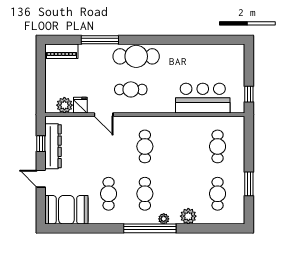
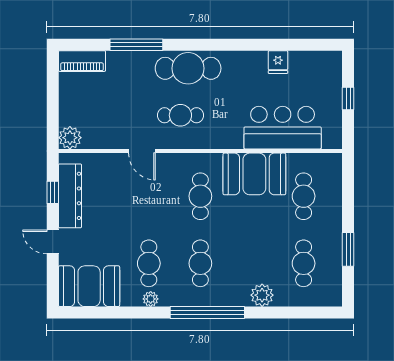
window: (249, 94) -> (348, 98), moved
plant: (64, 105) -> (70, 138), moved
fridge: (80, 105) -> (278, 62), moved, turned 180
booth: (183, 131) -> (254, 174), added
plant: (164, 219) -> (151, 299), moved

